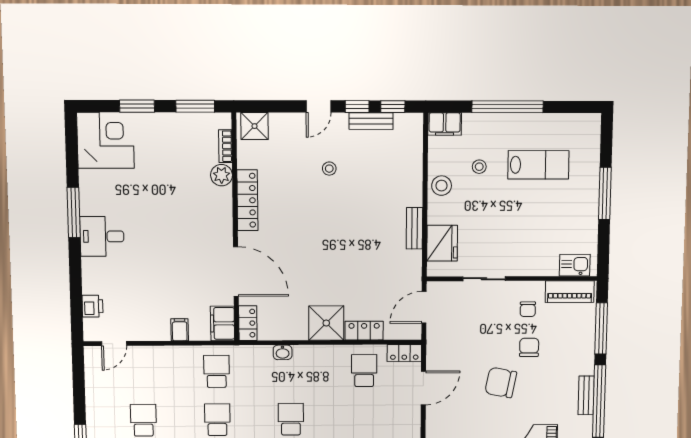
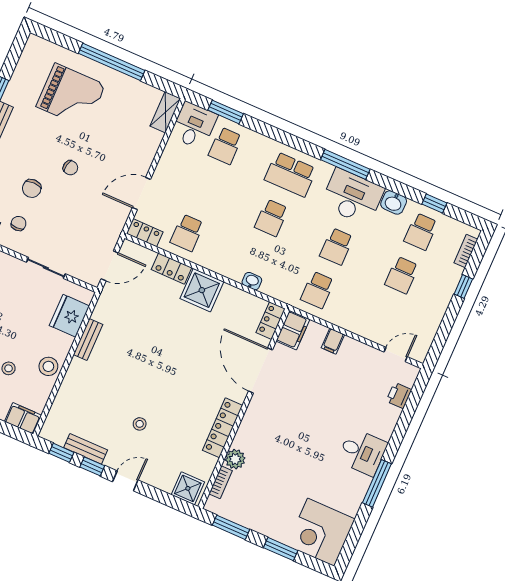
chair: (501, 383) -> (70, 168), width x0.54, depth x0.54

